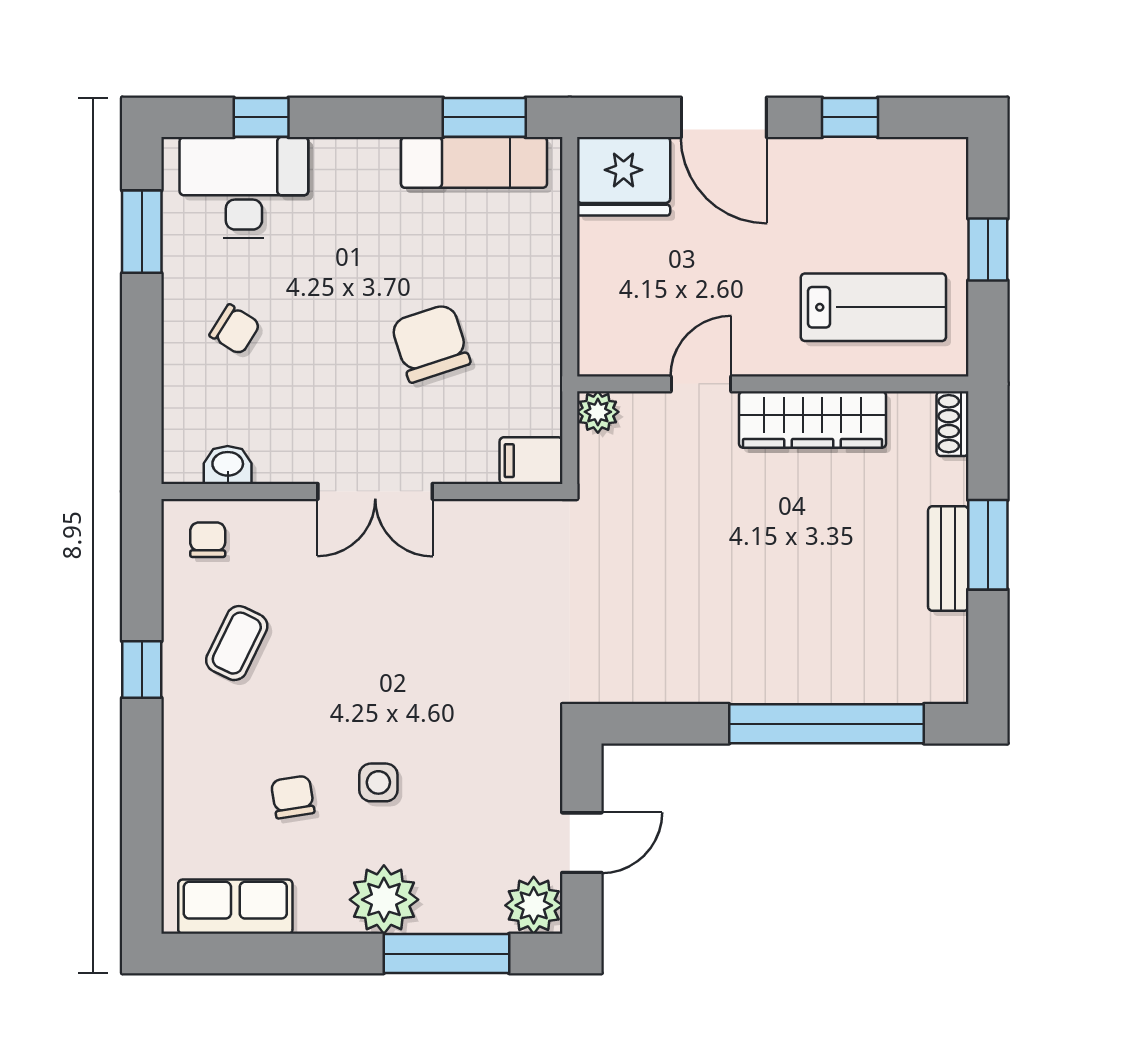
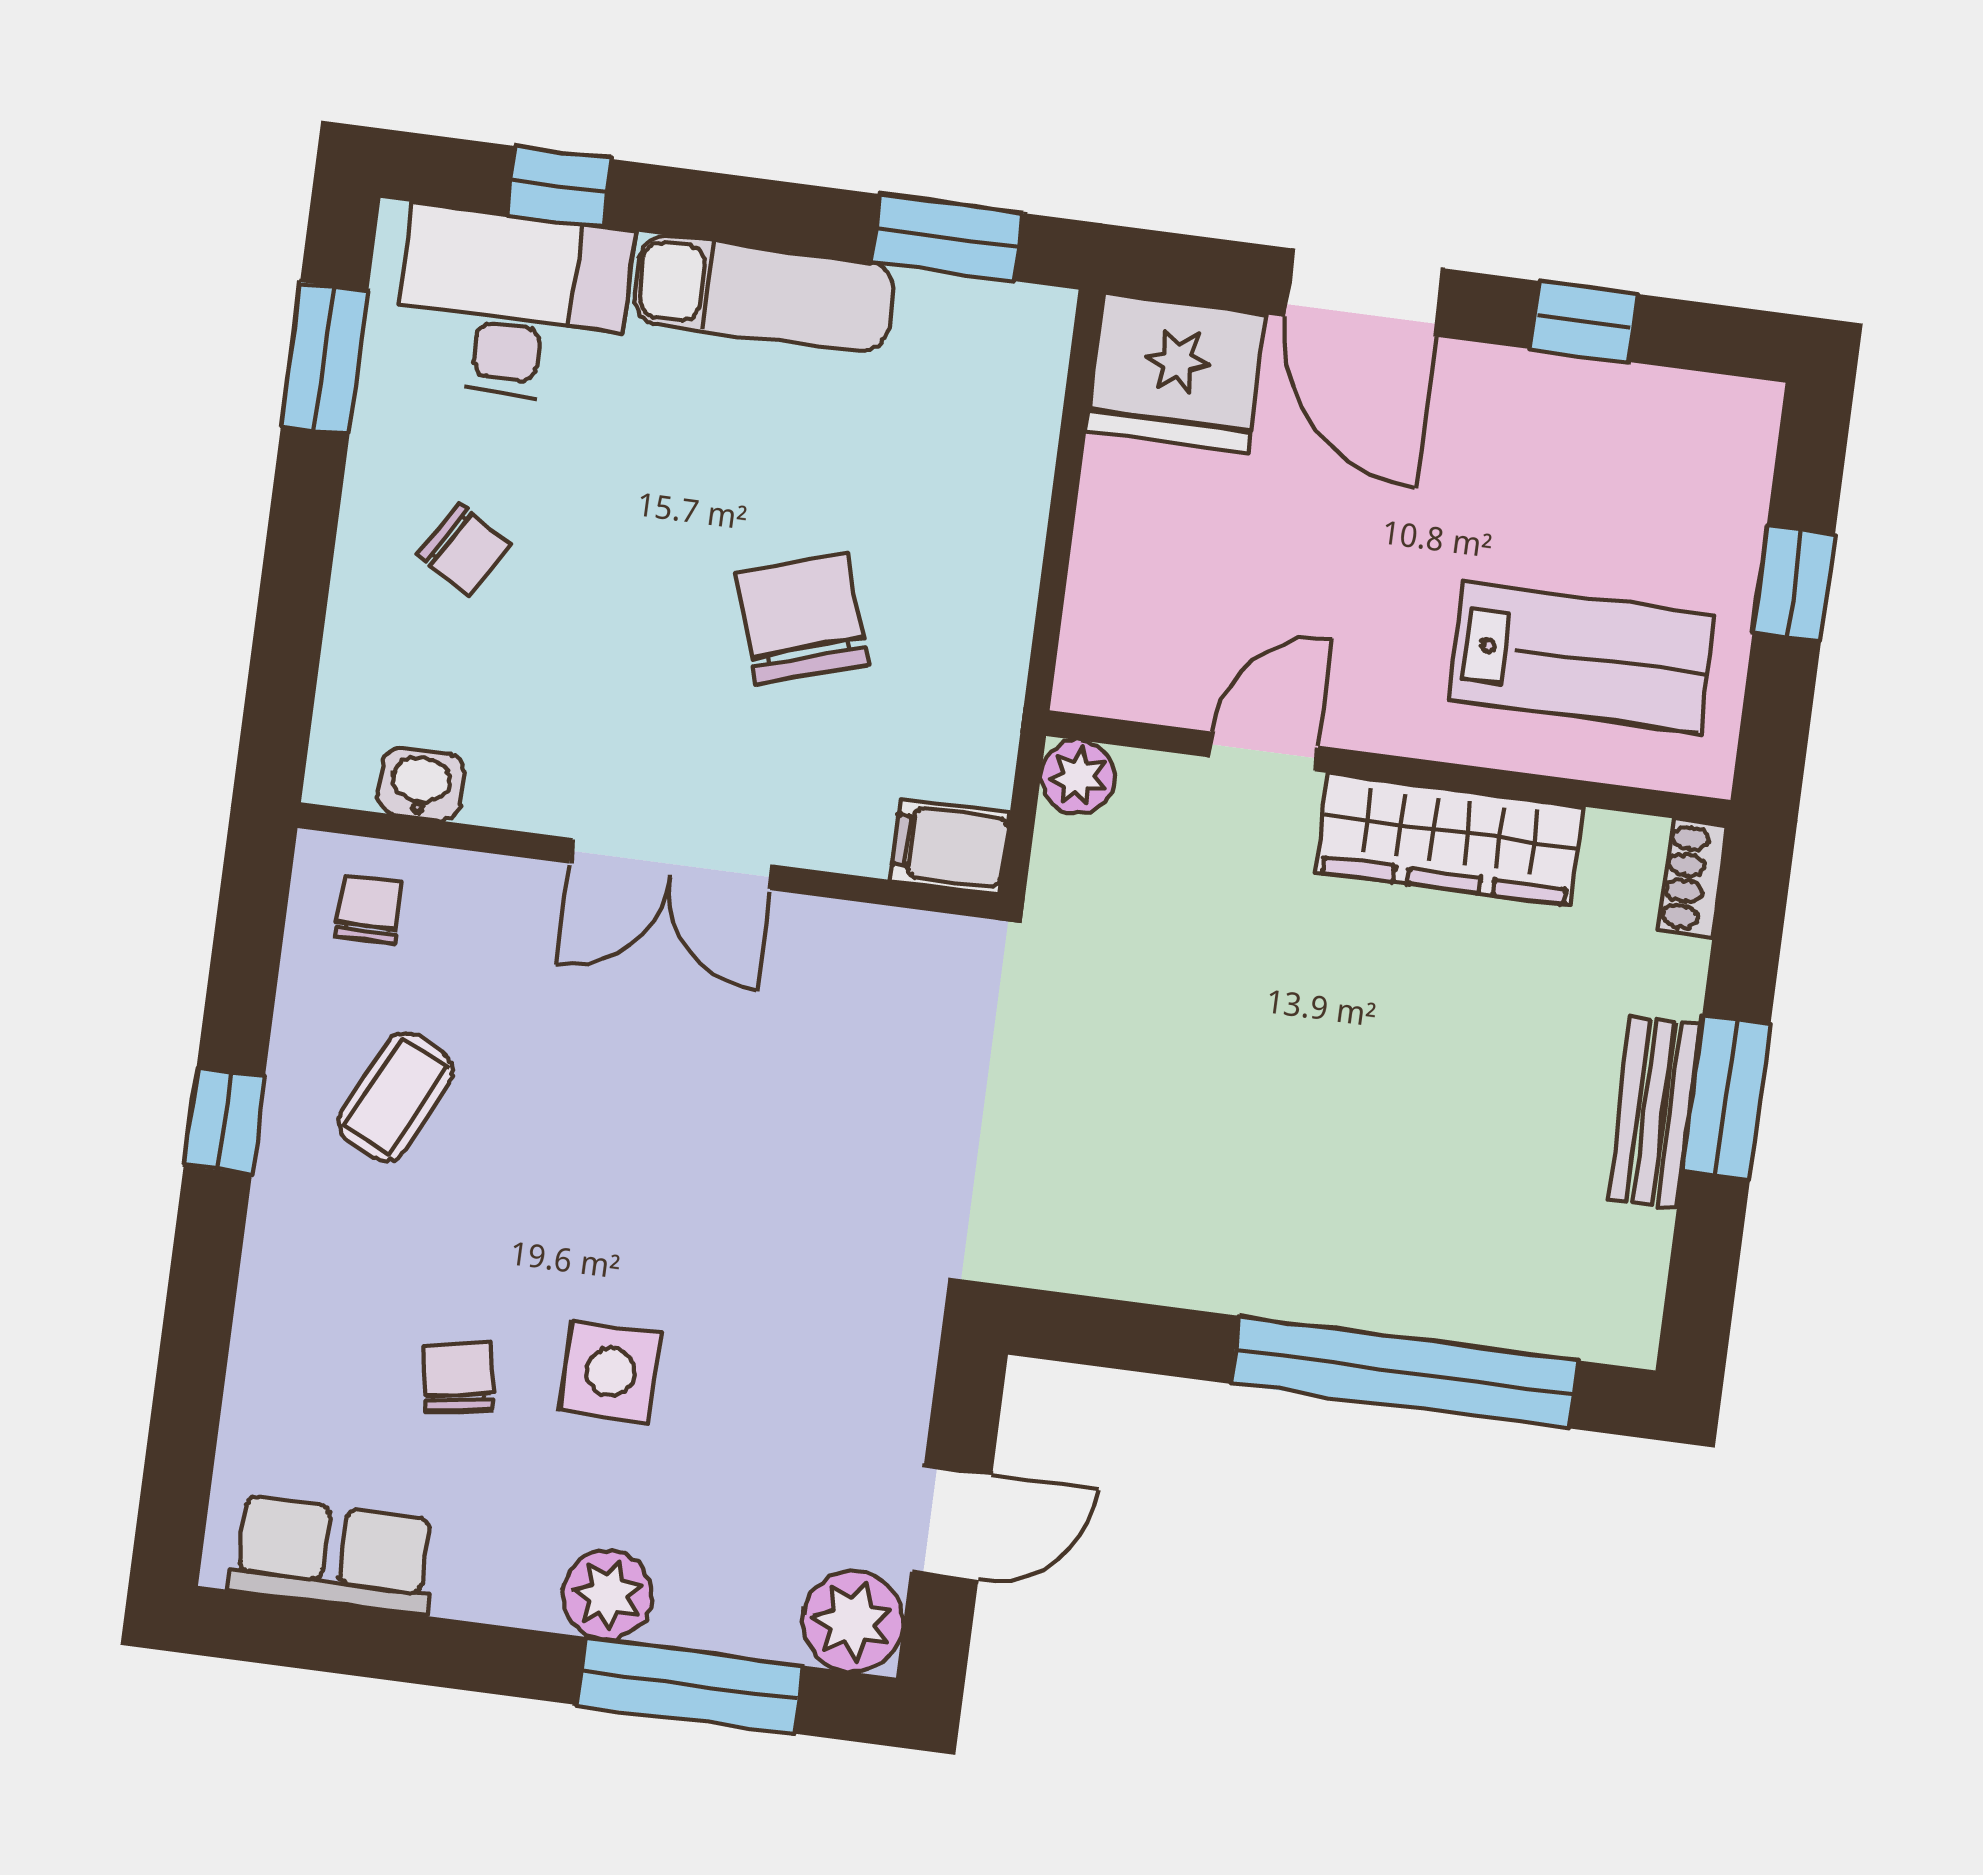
exam couch: (474, 162) -> (764, 293), moved
side table: (378, 782) -> (610, 1372), width x1.37, depth x1.37
plant: (384, 900) -> (607, 1595), width x0.73, depth x0.73

